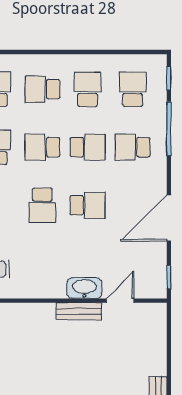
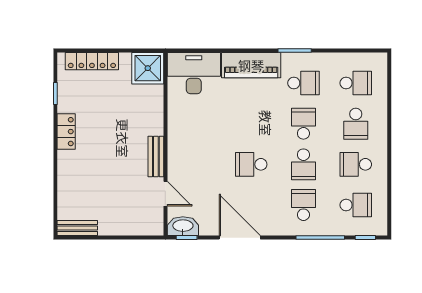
school desk: (42, 89) -> (356, 124), turned 180
school desk: (88, 89) -> (356, 164), turned 180
school desk: (42, 205) -> (251, 124), removed
school desk: (88, 205) -> (251, 164), turned 90
washbasin: (84, 288) -> (183, 226), moved, turned -90

